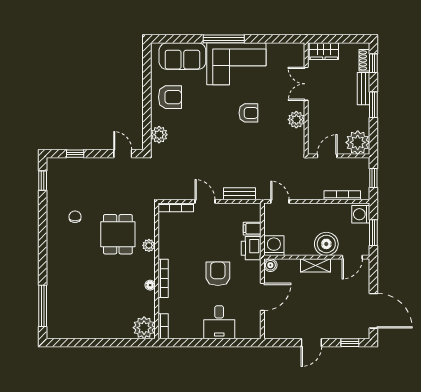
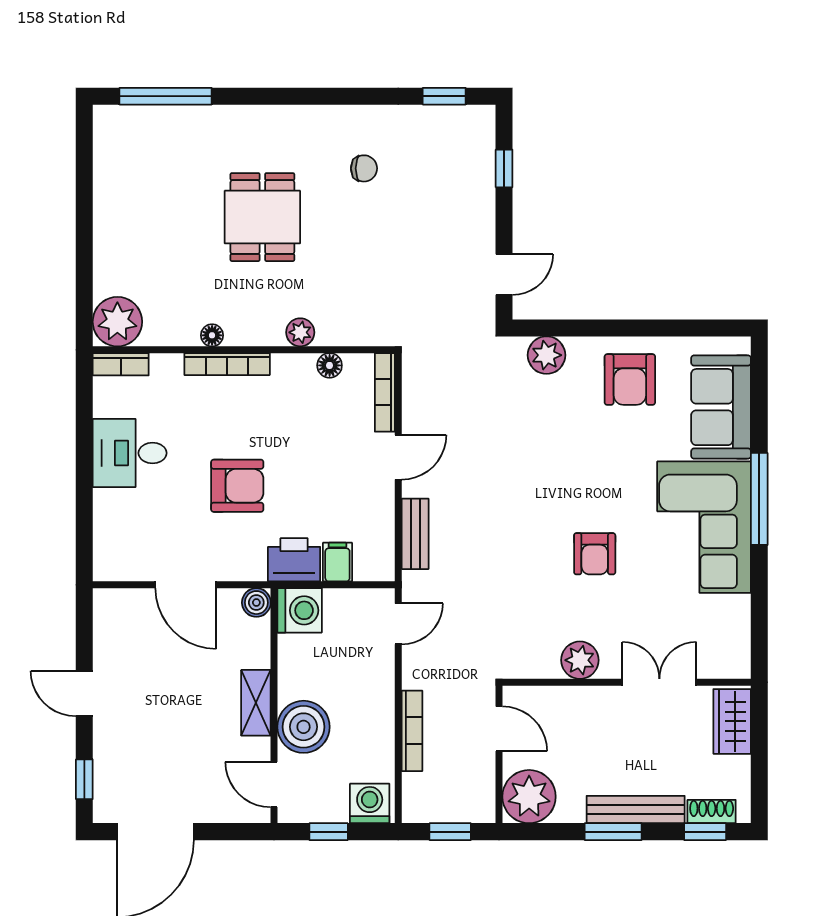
bench: (363, 89) -> (636, 809), width x1.36
bookcase: (342, 195) -> (412, 731), moved
floor lamp: (164, 232) -> (330, 365), added
window: (373, 233) -> (329, 832), width x0.67
dining table: (118, 234) -> (262, 217), moved, turned 90
desk: (219, 322) -> (130, 453), moved

